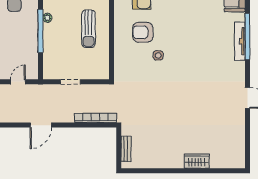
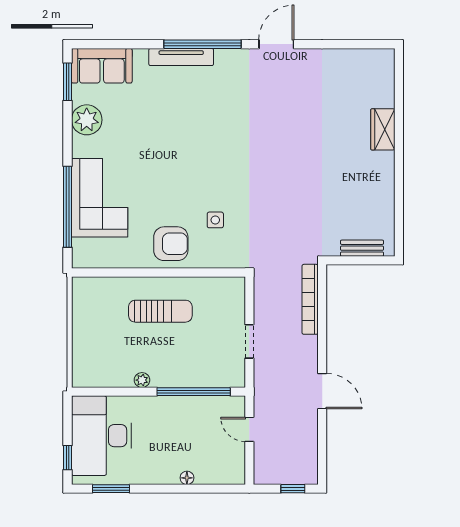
window: (40, 31) -> (194, 392), moved
armchair: (143, 32) -> (171, 244), moved, turned -90
window: (247, 37) -> (203, 44), moved
side table: (158, 55) -> (215, 220), moved

